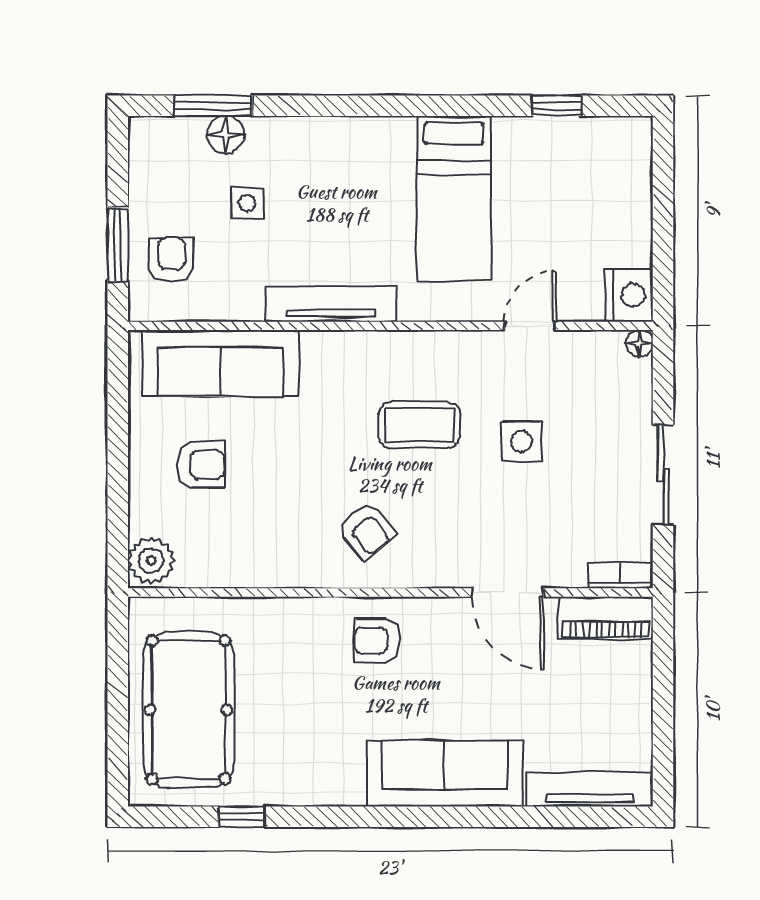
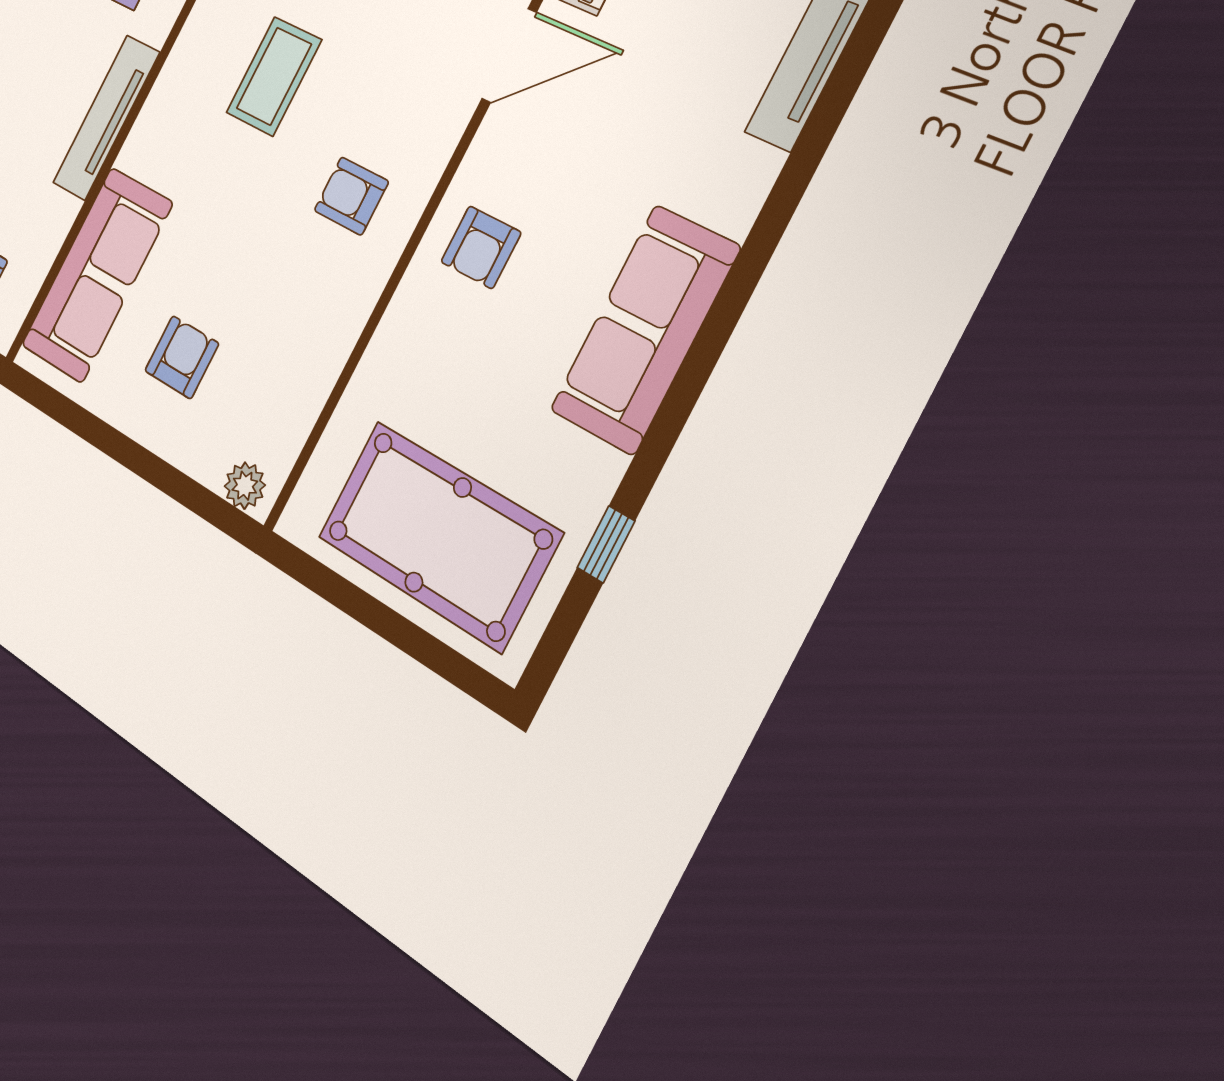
armchair: (367, 531) -> (351, 196), turned -141
plant: (151, 560) -> (245, 486), width x0.73, depth x0.73
sofa: (445, 773) -> (645, 329), moved

